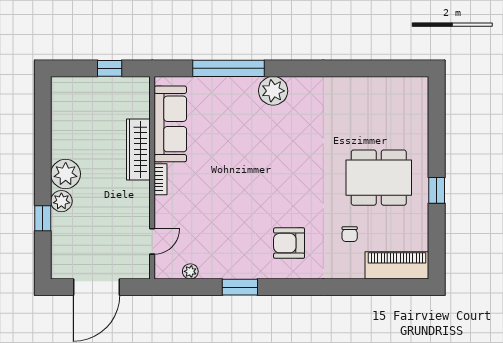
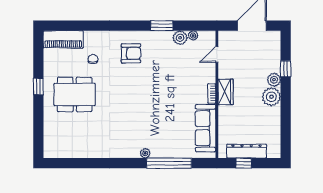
dresser: (105, 87) -> (247, 151), added
plant: (273, 91) -> (145, 153), width x0.53, depth x0.53
wardrobe: (138, 149) -> (226, 92), moved, width x0.67
plant: (211, 268) -> (180, 38), added

